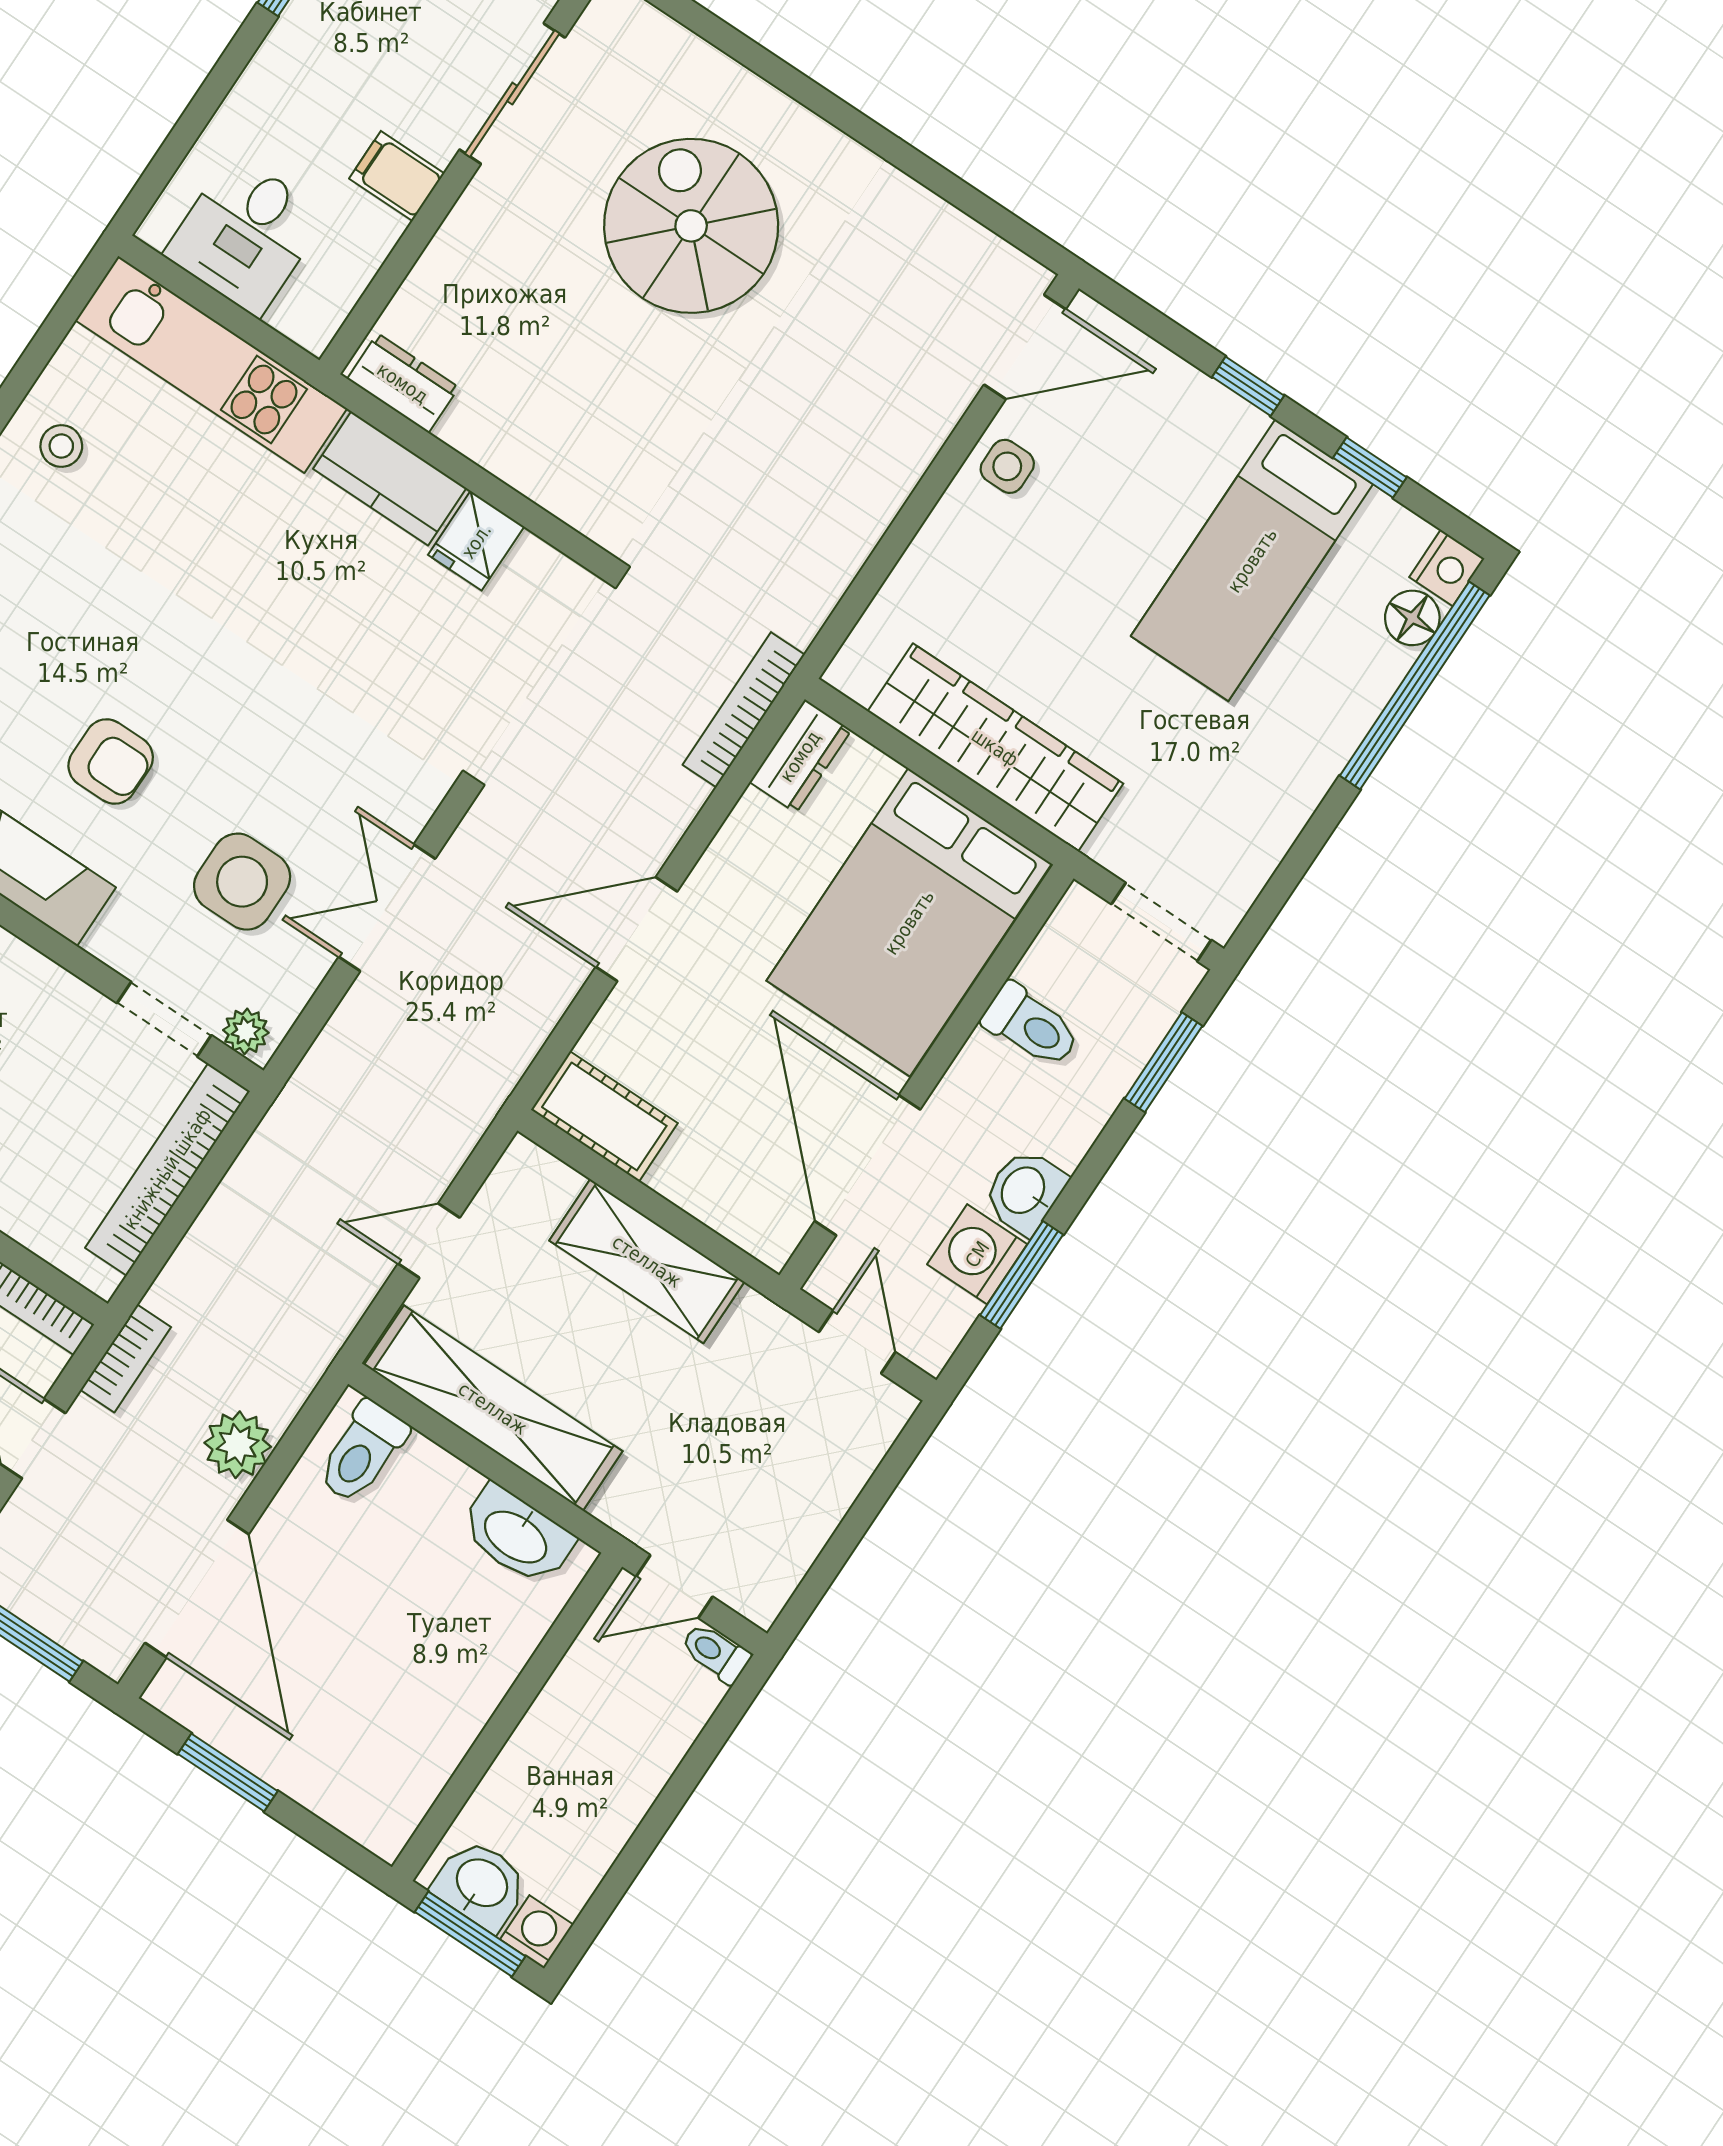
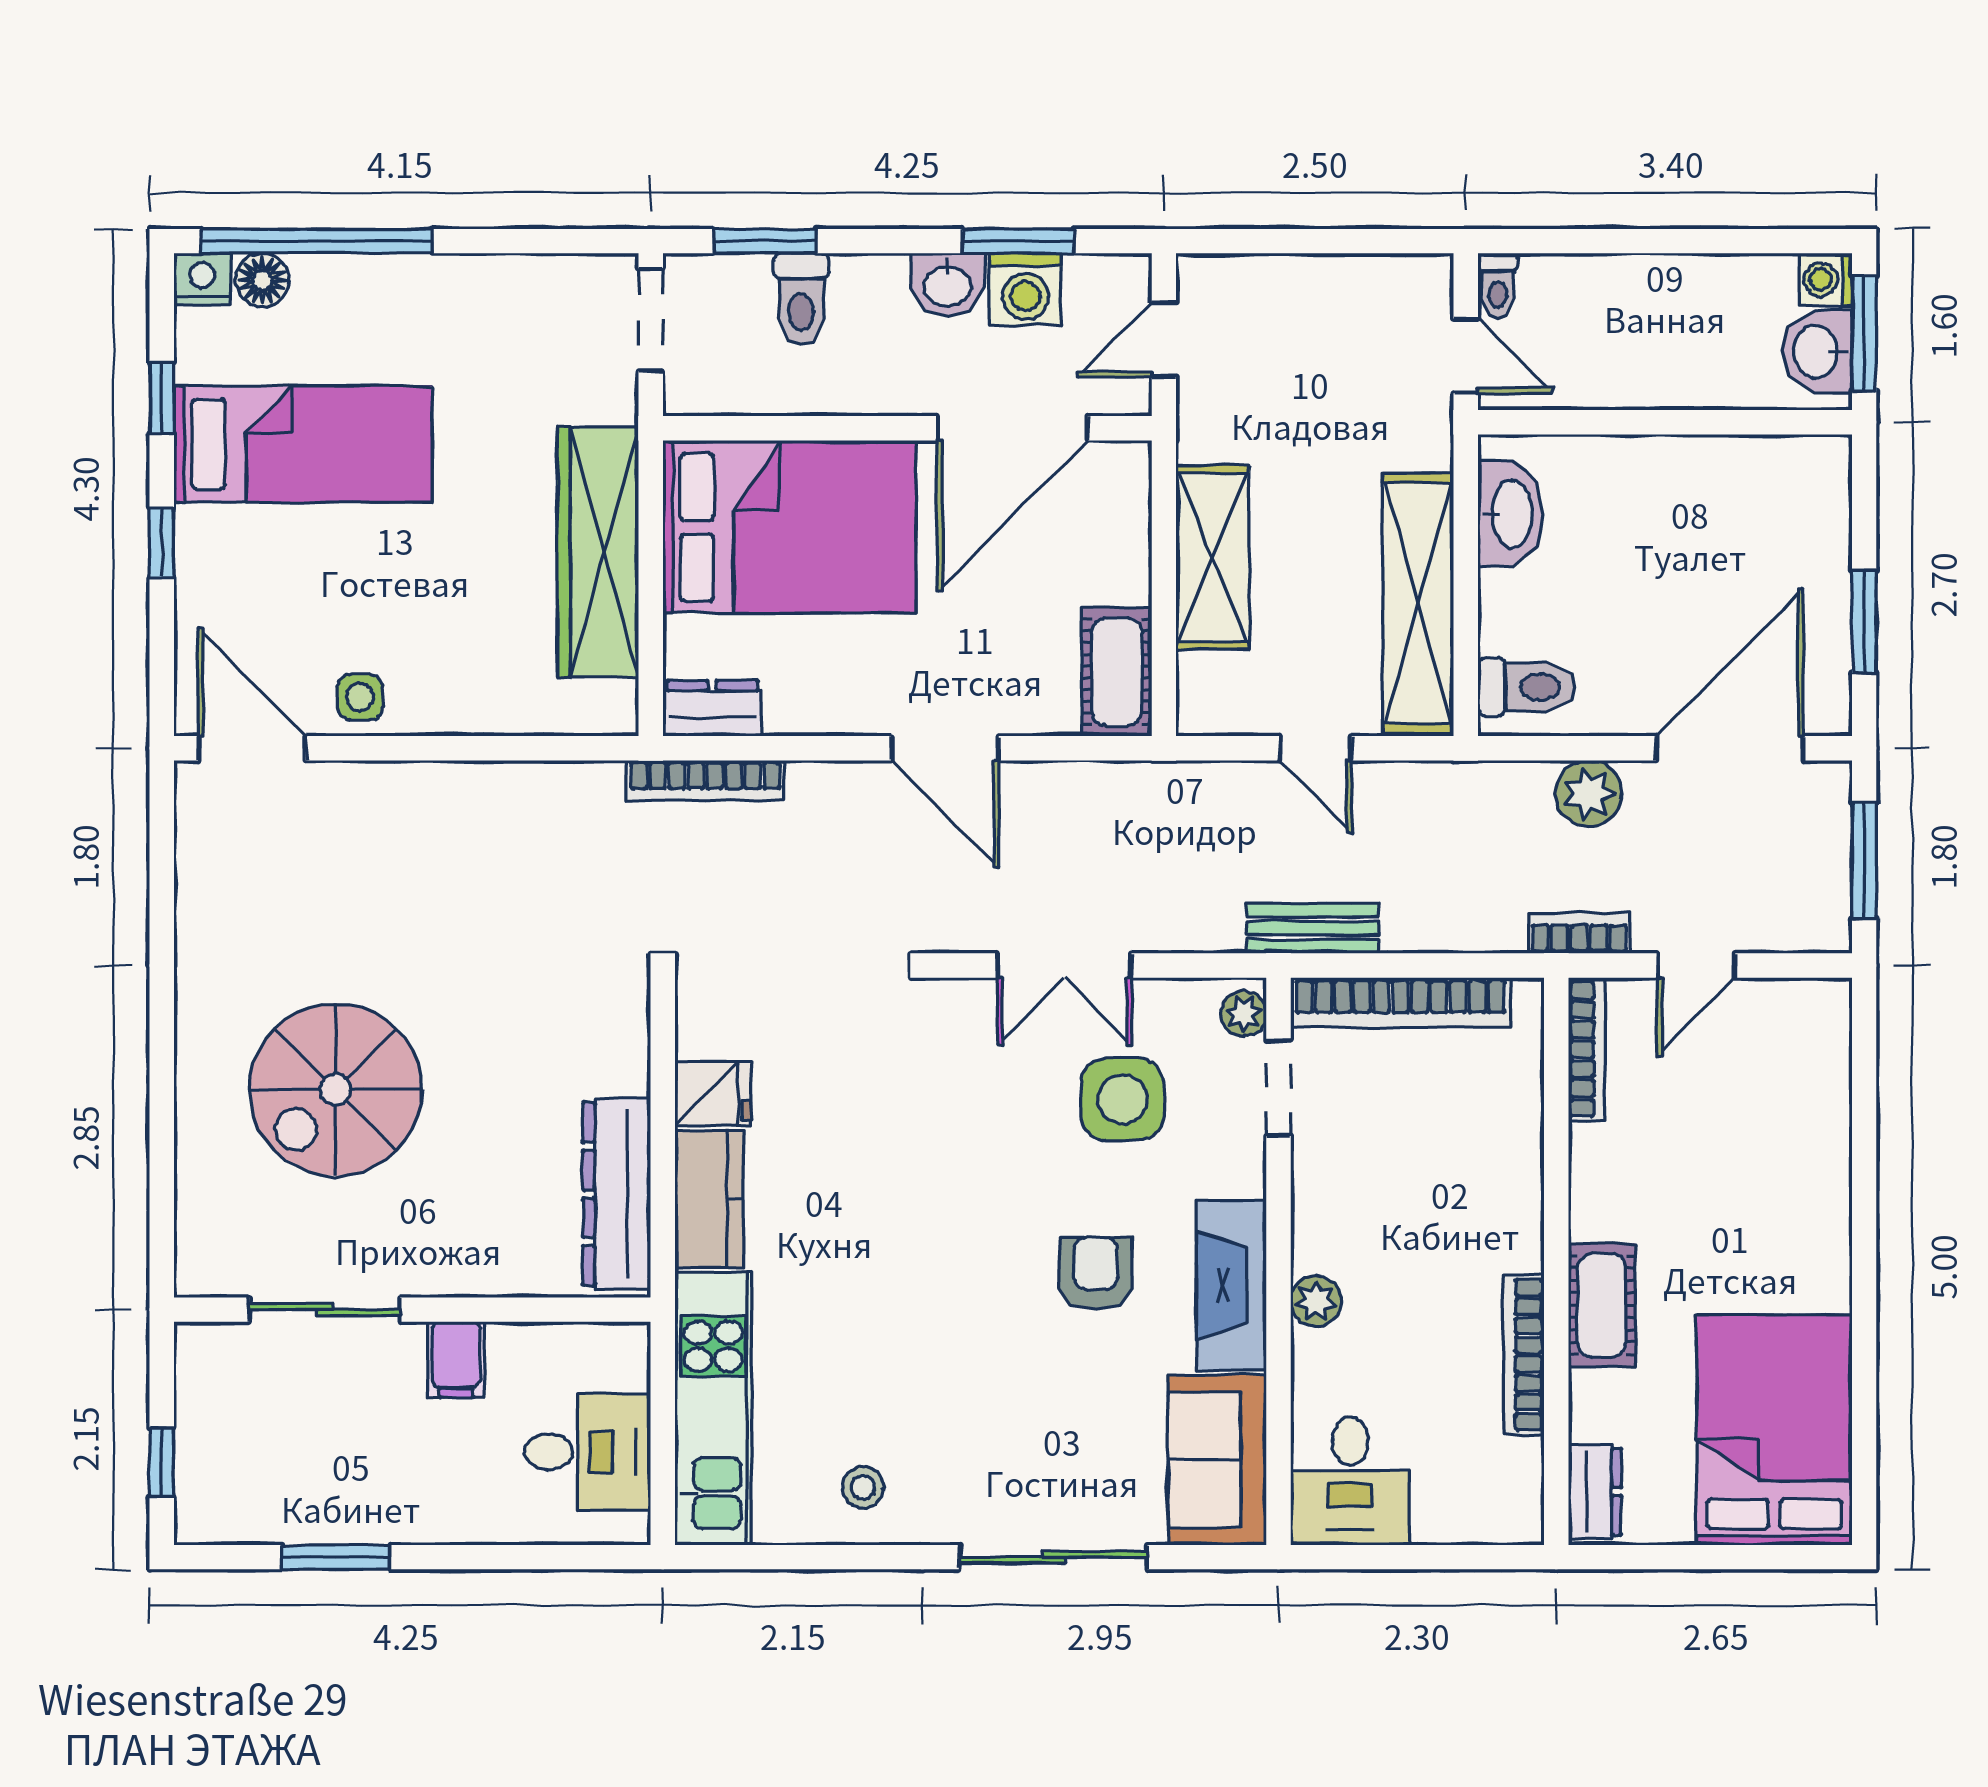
dresser: (403, 383) -> (617, 1194), width x1.96, depth x1.24
toilet: (1031, 1026) -> (801, 299), moved, turned 180
bench: (279, 1137) -> (1313, 928), added

